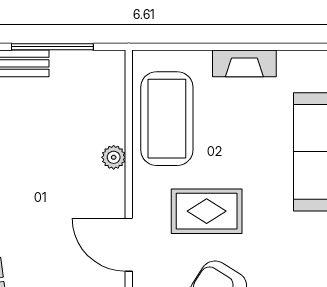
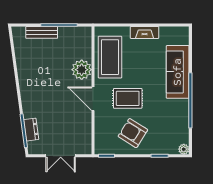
plant: (114, 157) -> (82, 70), width x1.88, depth x1.88
door: (129, 245) -> (93, 99), moved

